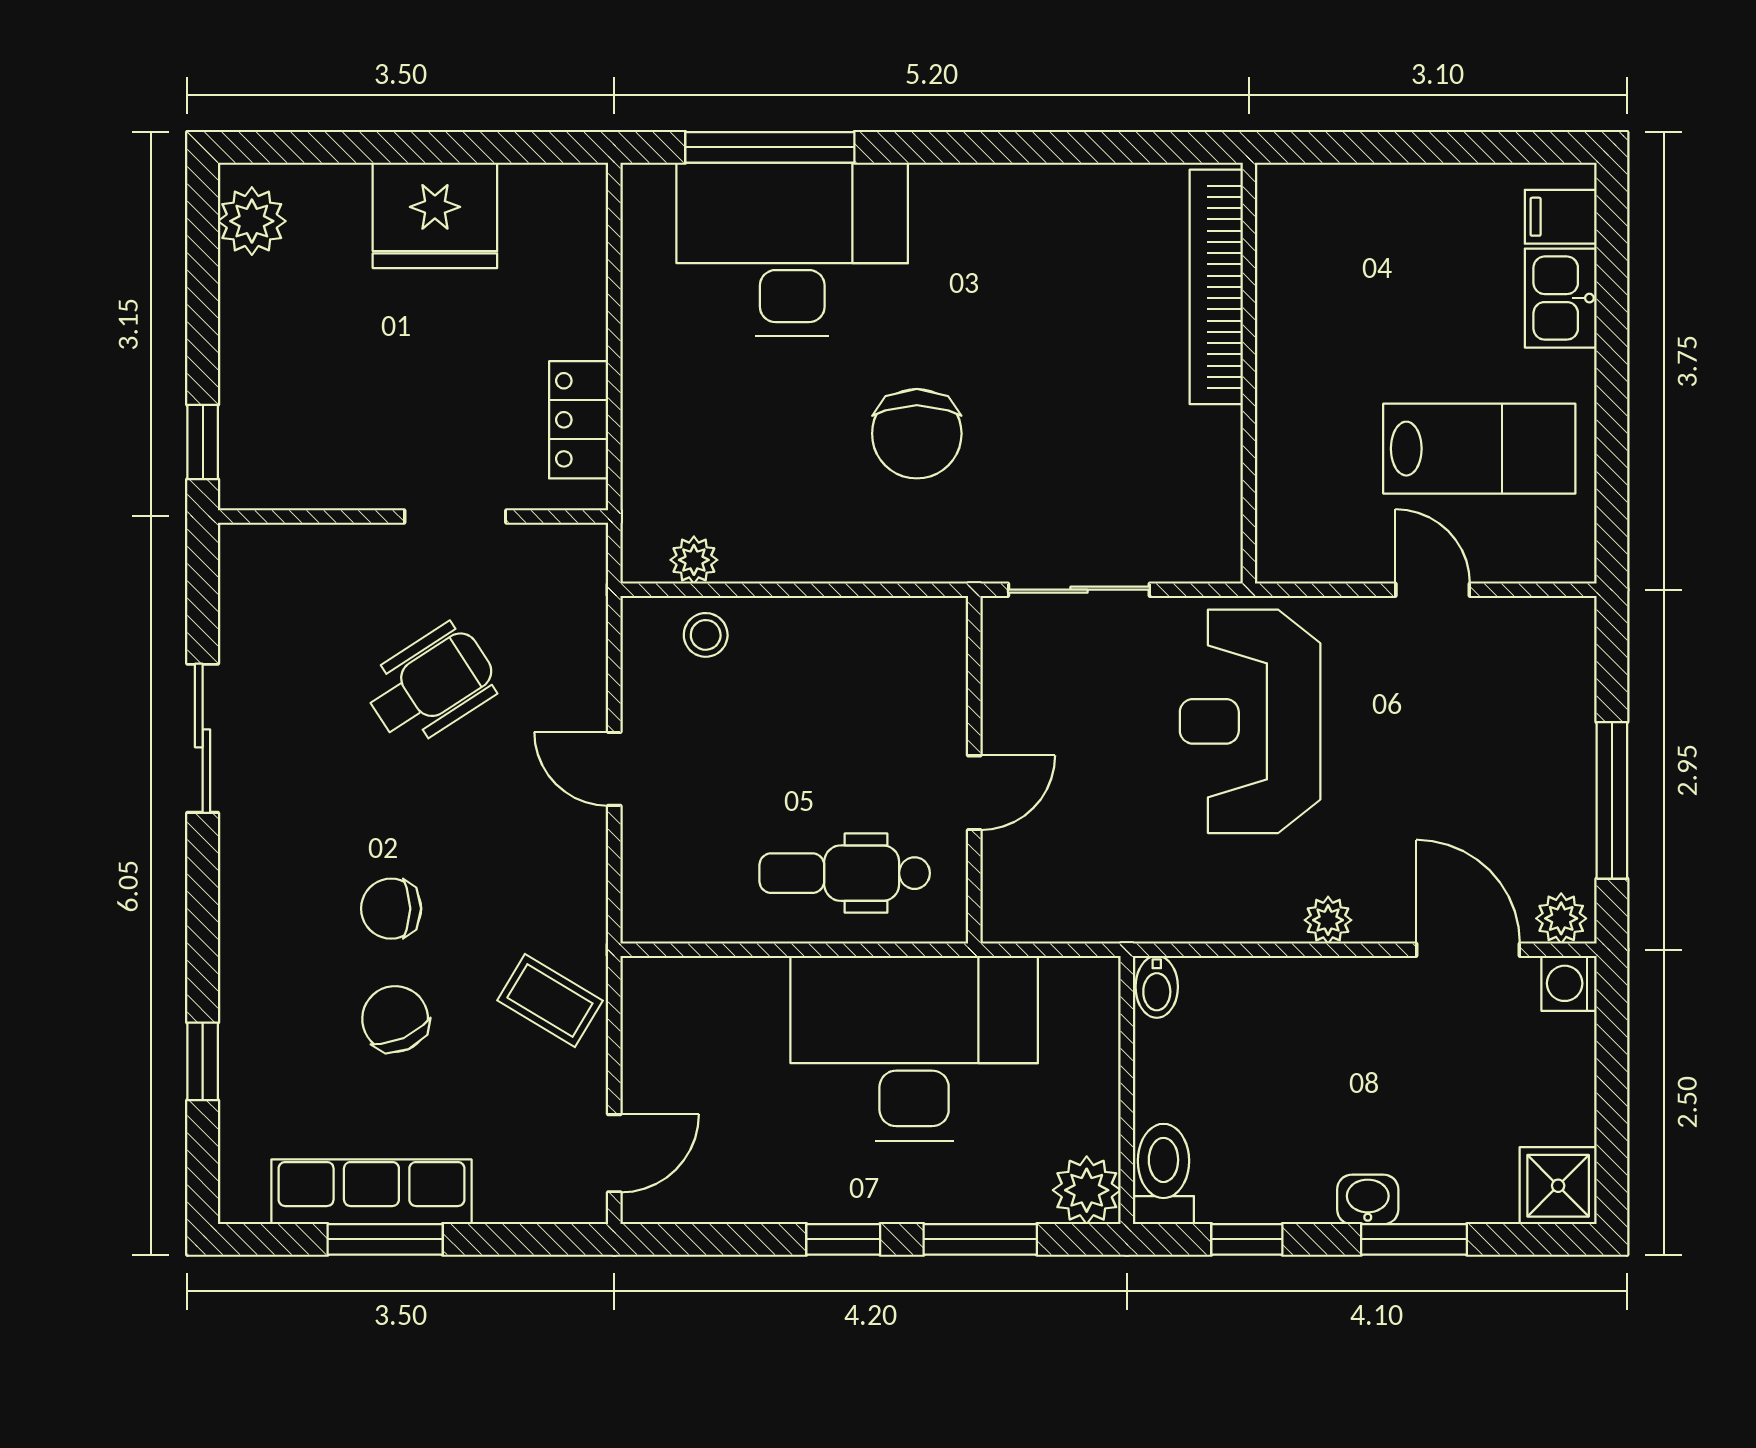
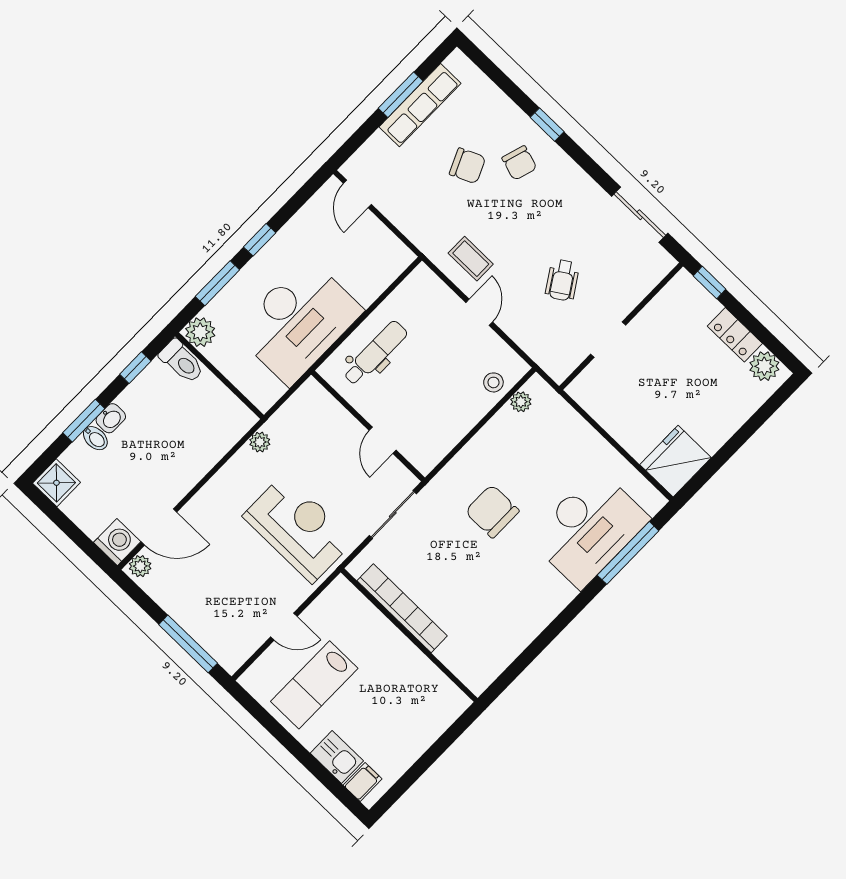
fridge: (435, 215) -> (676, 461), moved
bookcase: (1216, 287) -> (402, 608), moved
locker: (579, 420) -> (735, 335), moved, turned 180
wheelchair: (431, 685) -> (562, 280), width x0.73, depth x0.73
sliding door: (203, 738) -> (640, 215), moved
door: (614, 769) -> (479, 312), hinge flipped
door: (974, 793) -> (383, 440), moved
window: (1612, 800) -> (188, 644), moved
chair: (391, 909) -> (519, 163), moved, turned 107
plant: (1328, 920) -> (260, 442), moved
washing machine: (1569, 983) -> (117, 542), width x1.38, depth x1.38
bidet: (1157, 987) -> (95, 438), moved, turned 180
coffee table: (550, 1000) -> (471, 259), moved, turned 59
window: (203, 1061) -> (547, 125), moved

